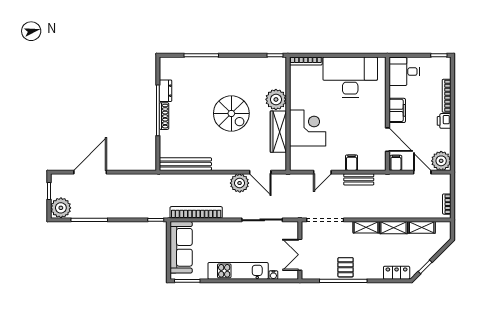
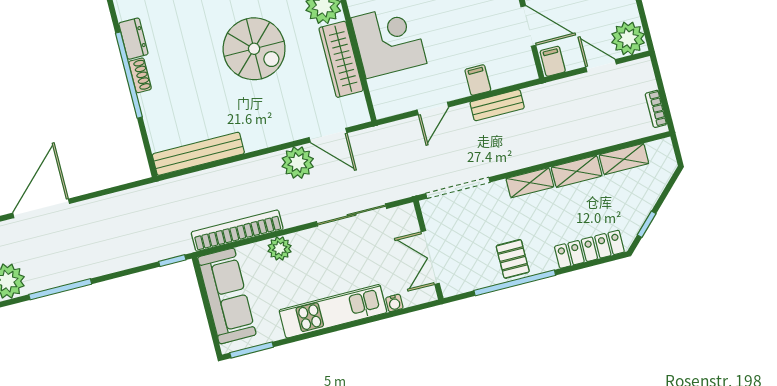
shoe rack: (164, 116) -> (140, 75), width x0.70
plant: (217, 228) -> (280, 249), added
locker: (397, 273) -> (589, 249), width x1.53

